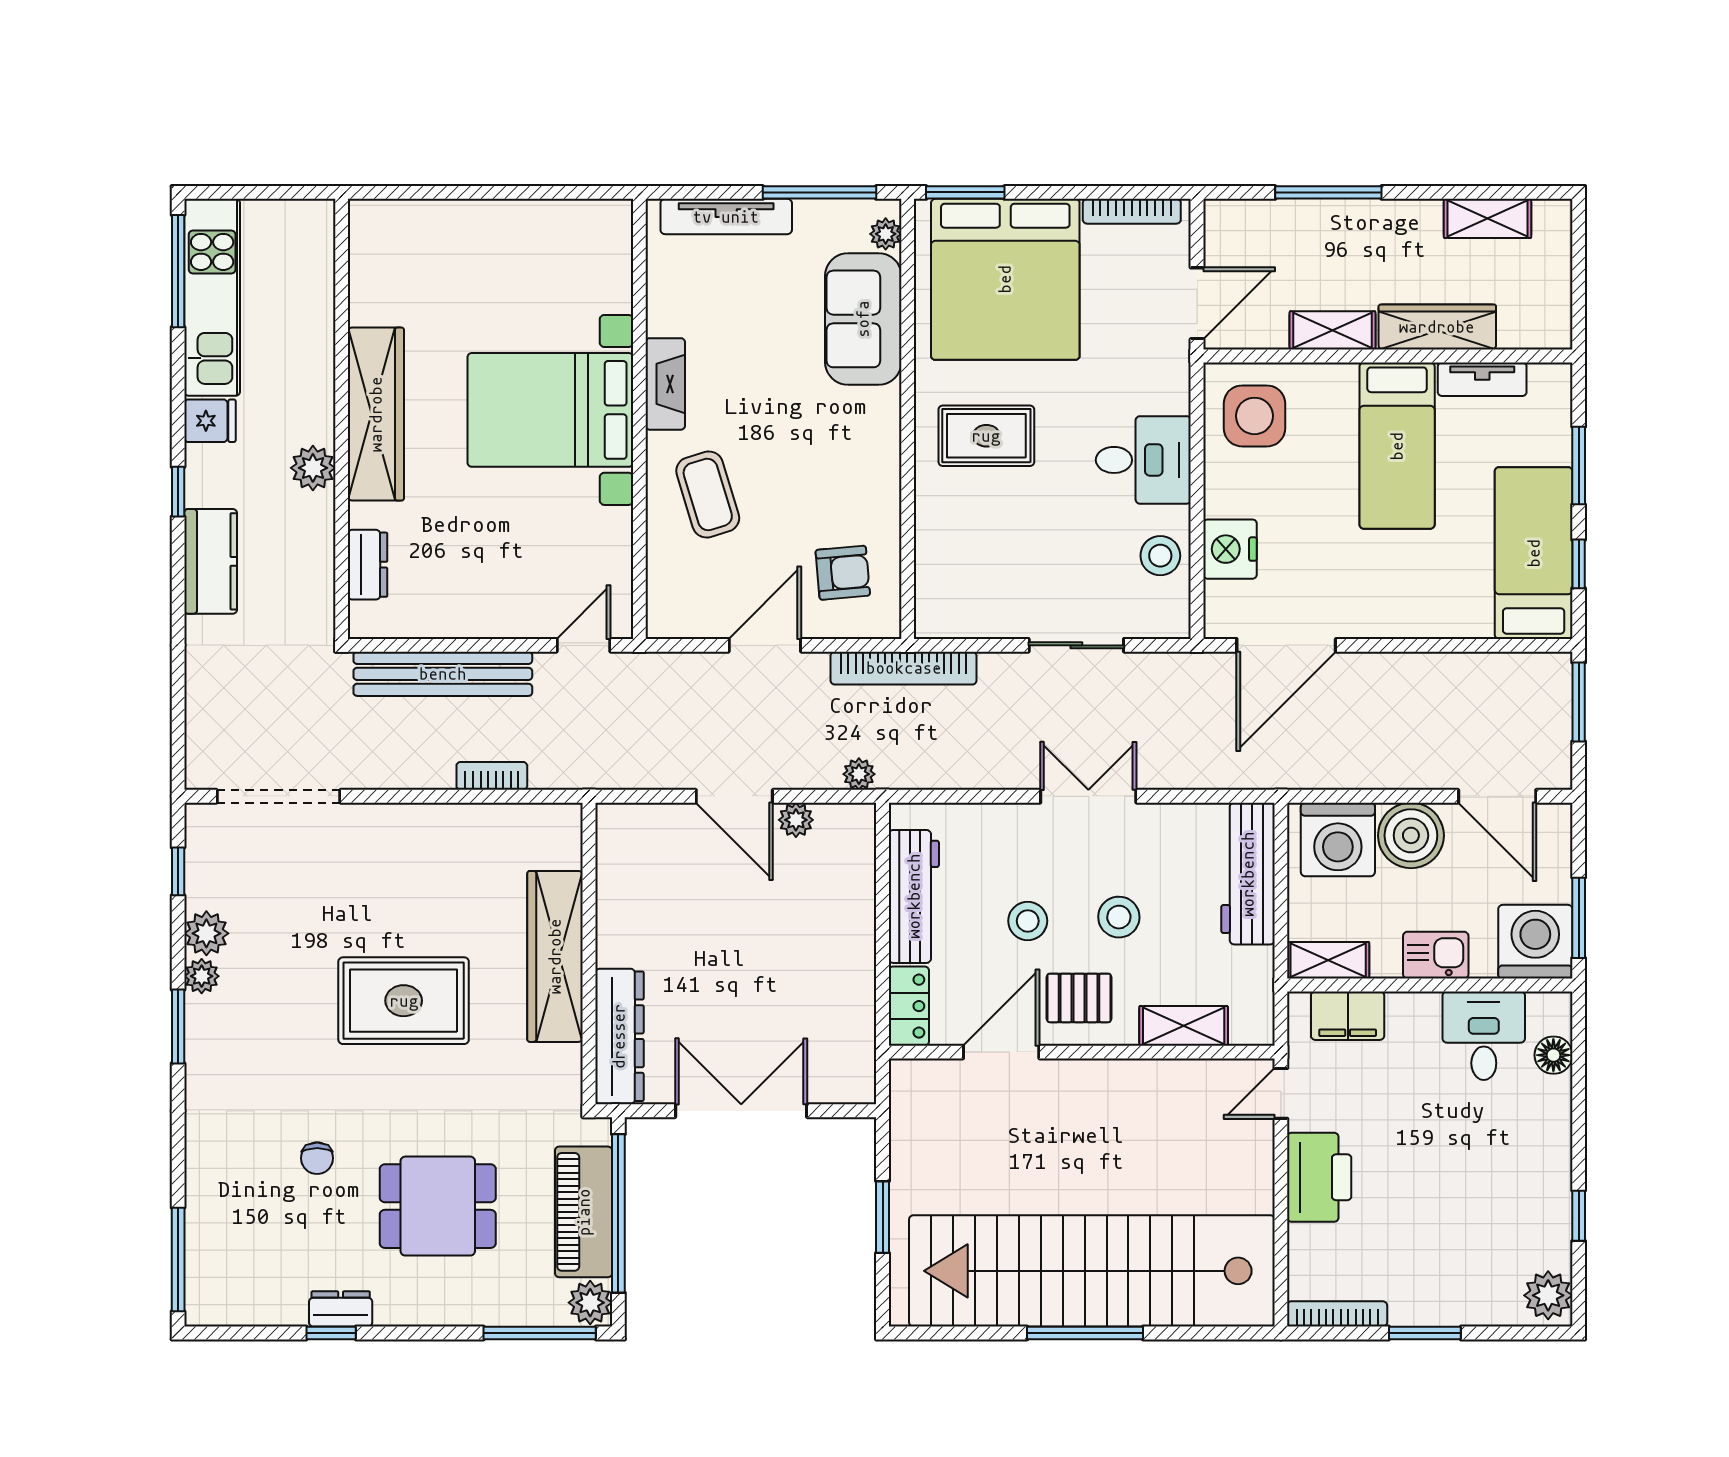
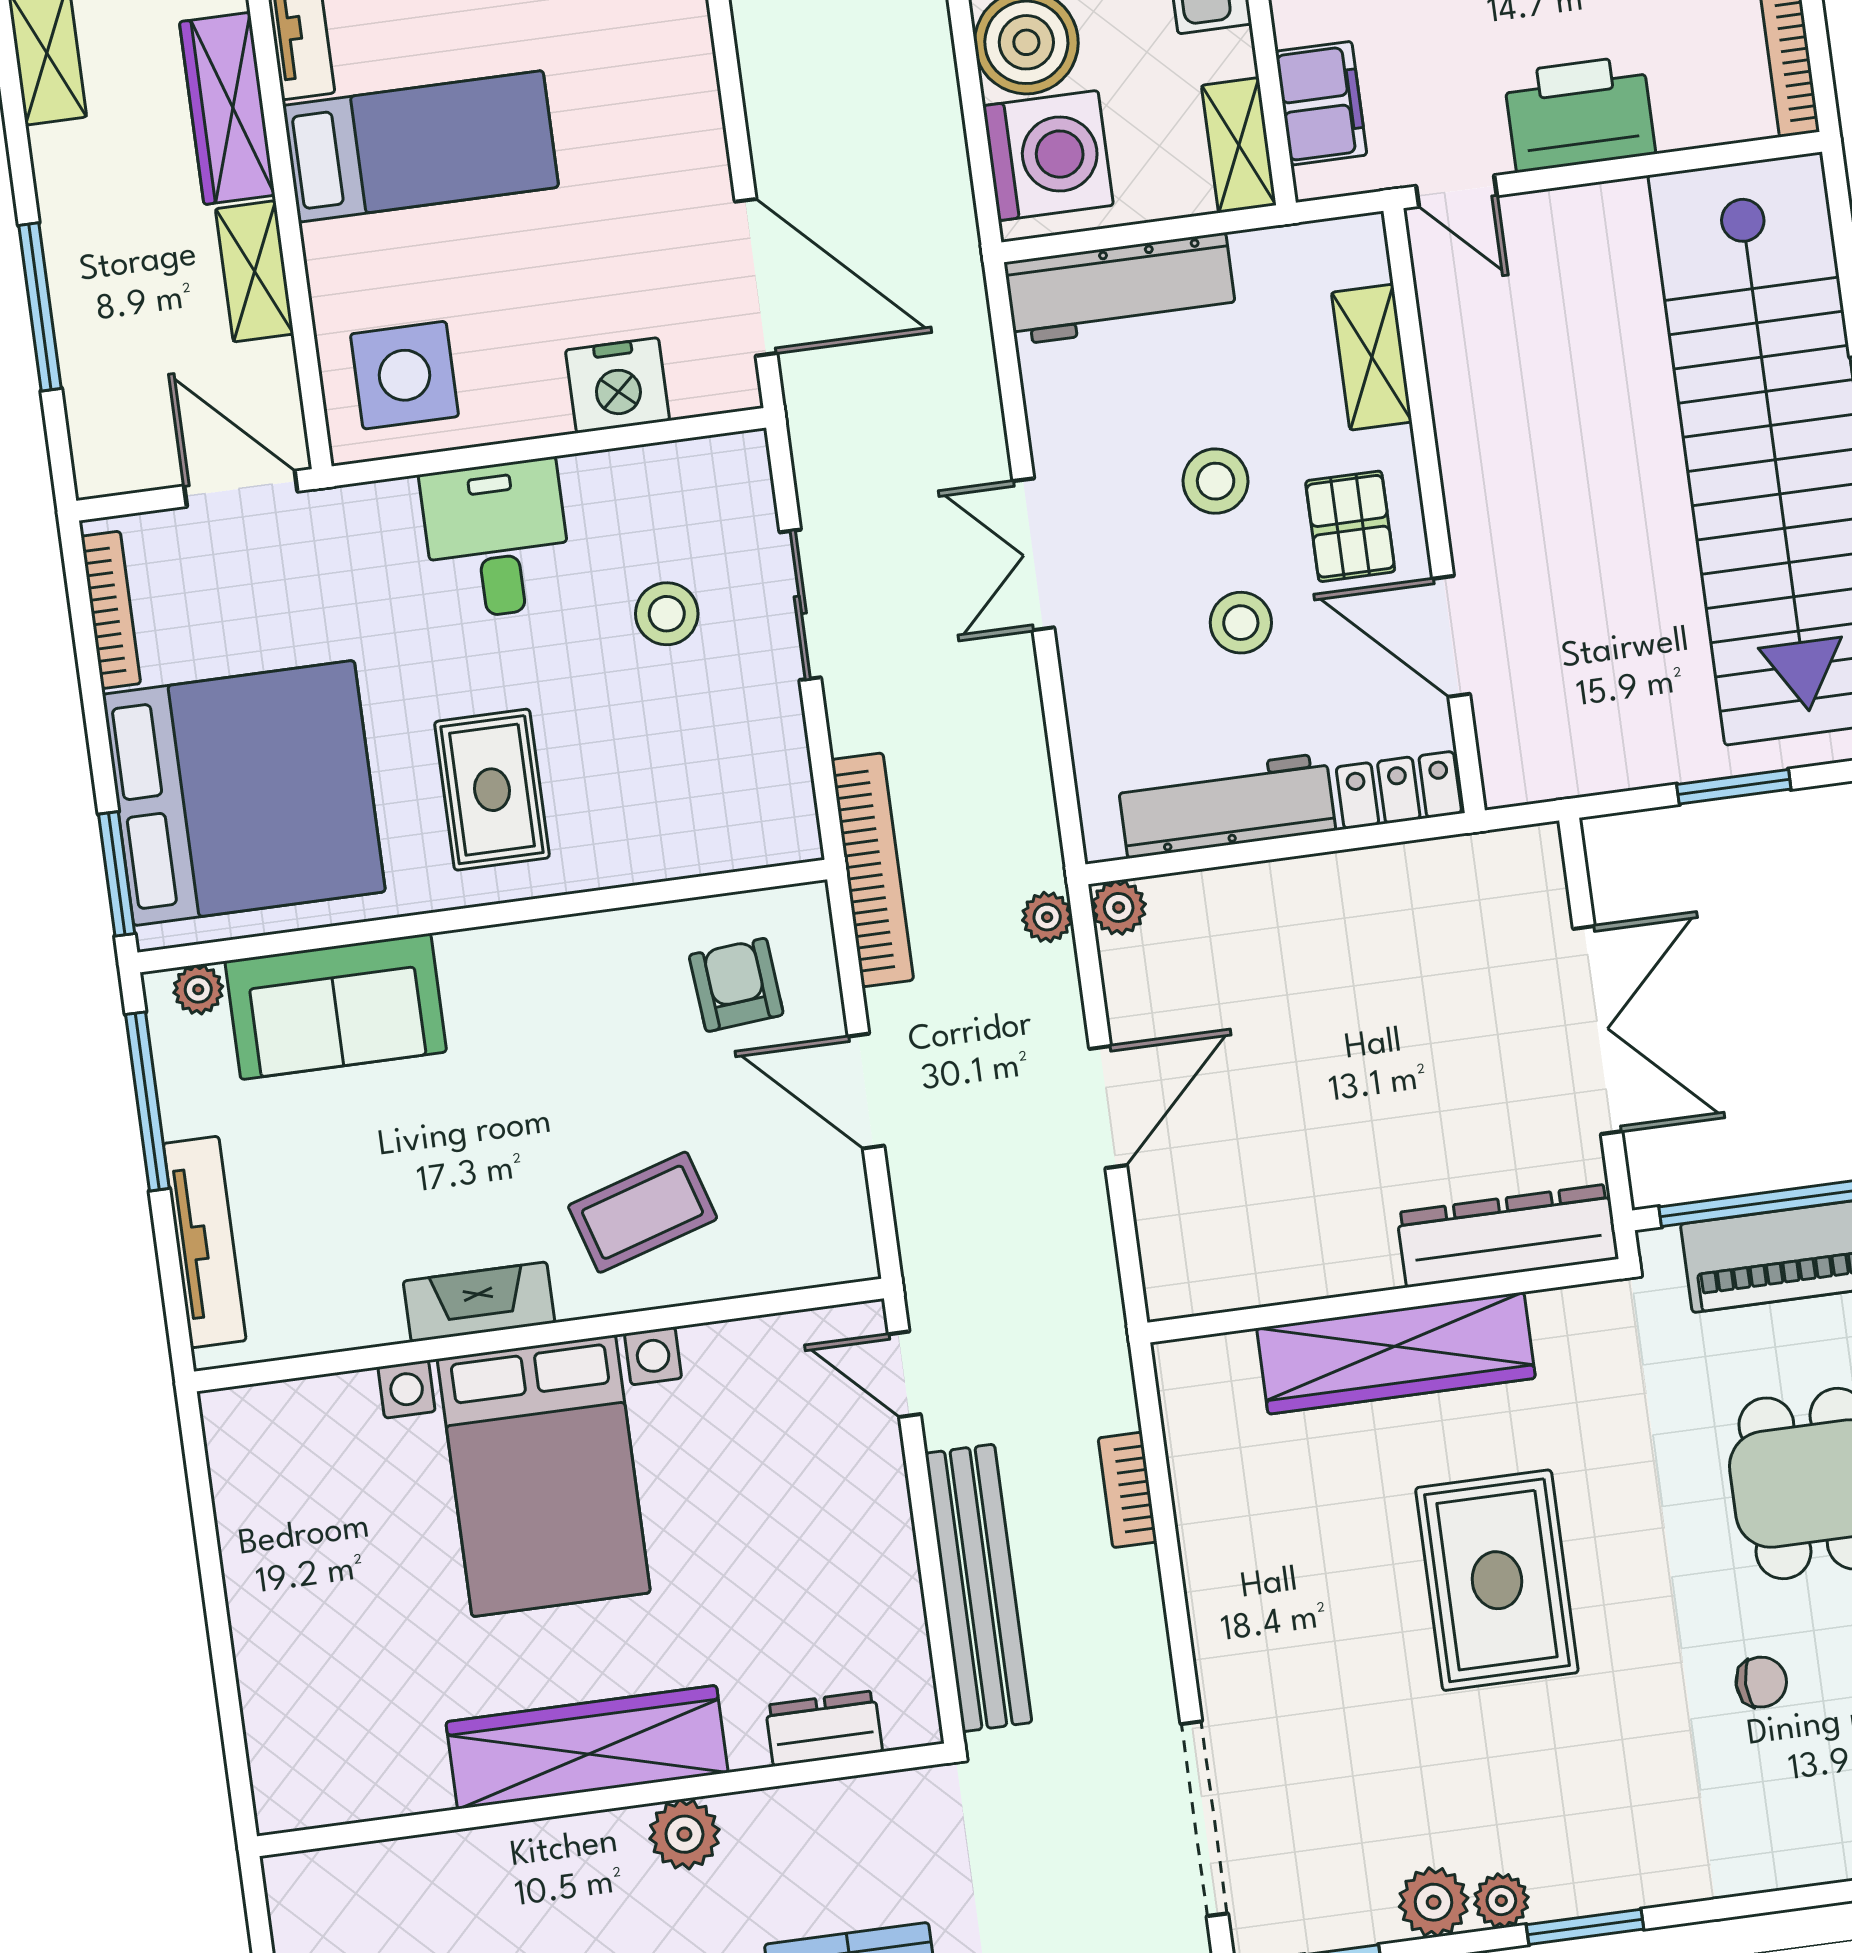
stool: (1160, 556) -> (667, 614), moved
plant: (796, 820) -> (1119, 907), moved
double door: (741, 1111) -> (1598, 1030), swing flipped

